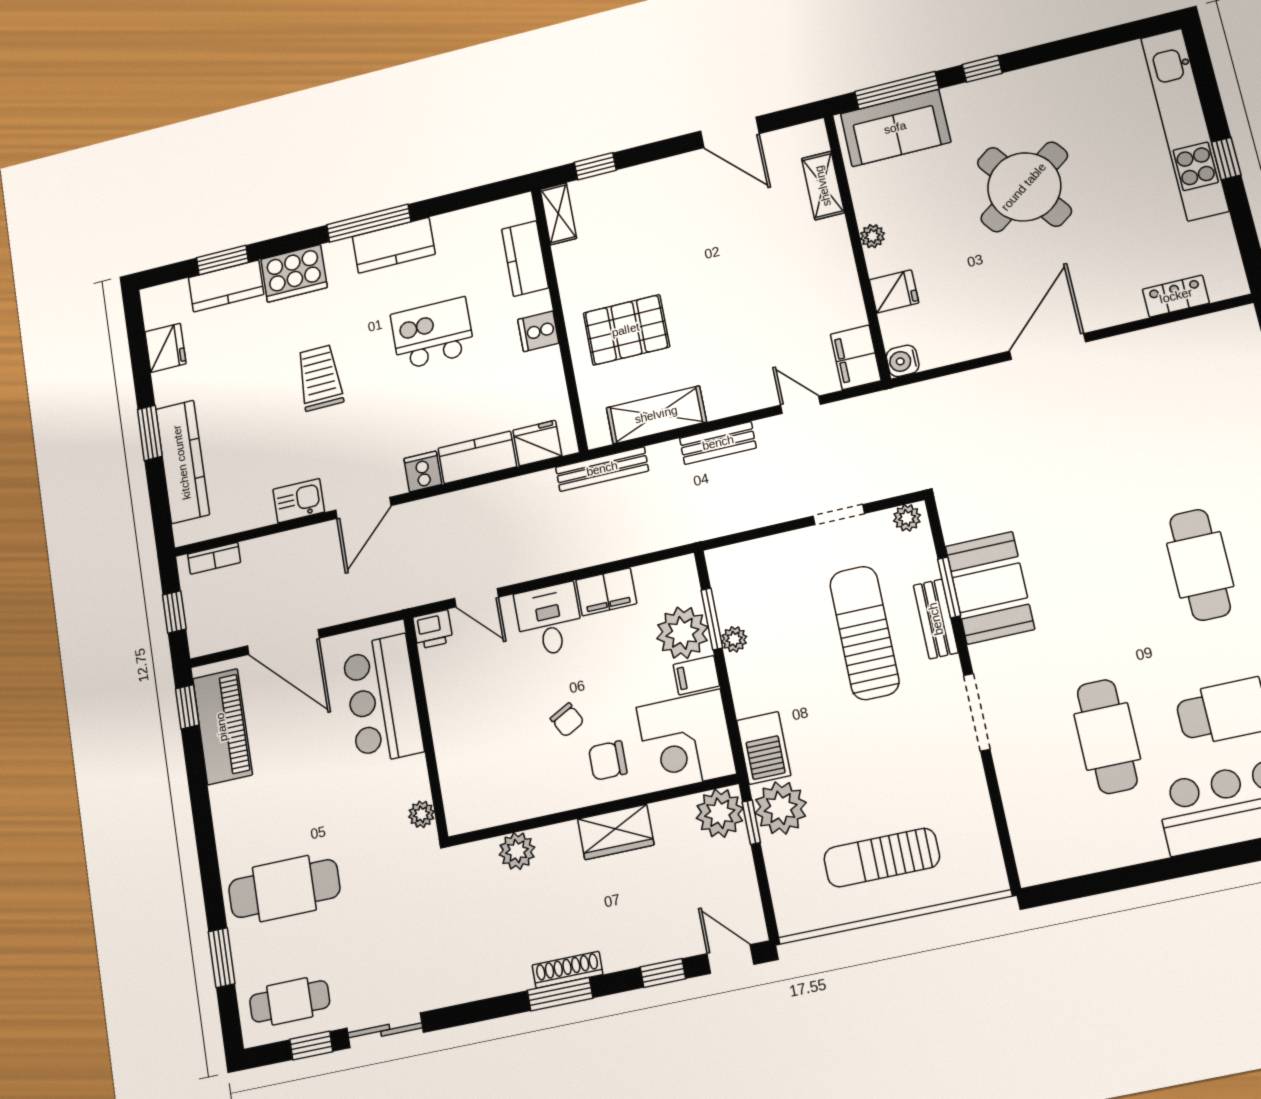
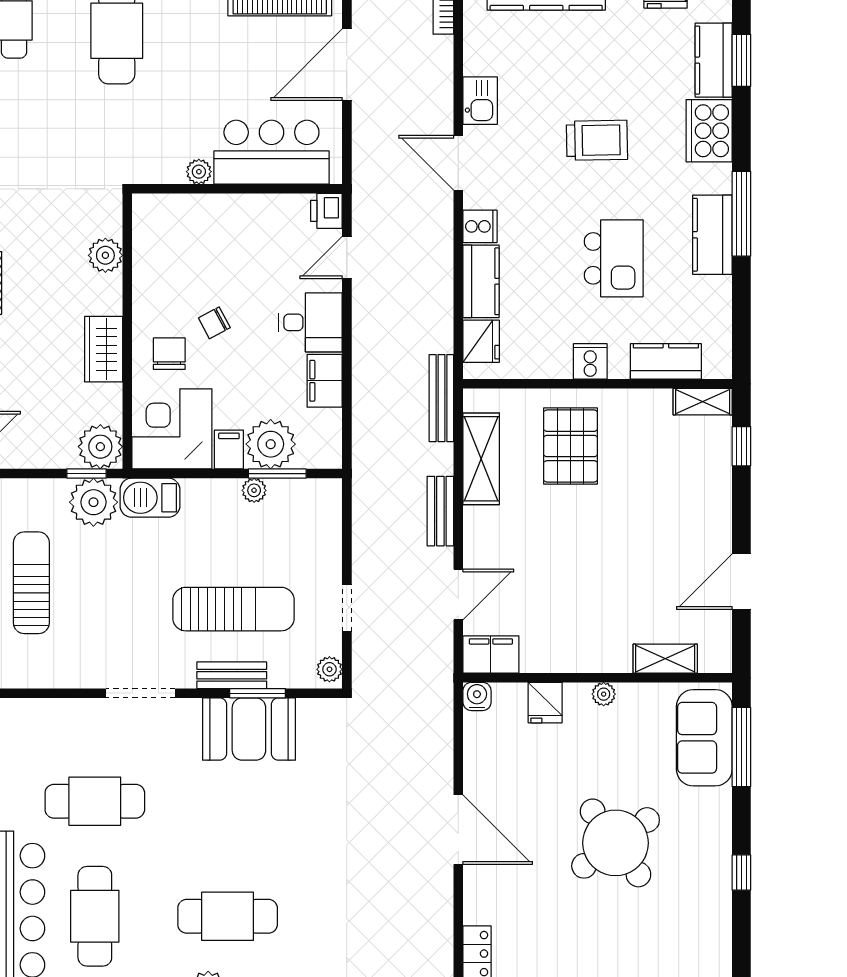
window: (982, 69) -> (741, 872), moved
door: (800, 405) -> (458, 595), width x1.38
plant: (421, 814) -> (199, 172), moved

